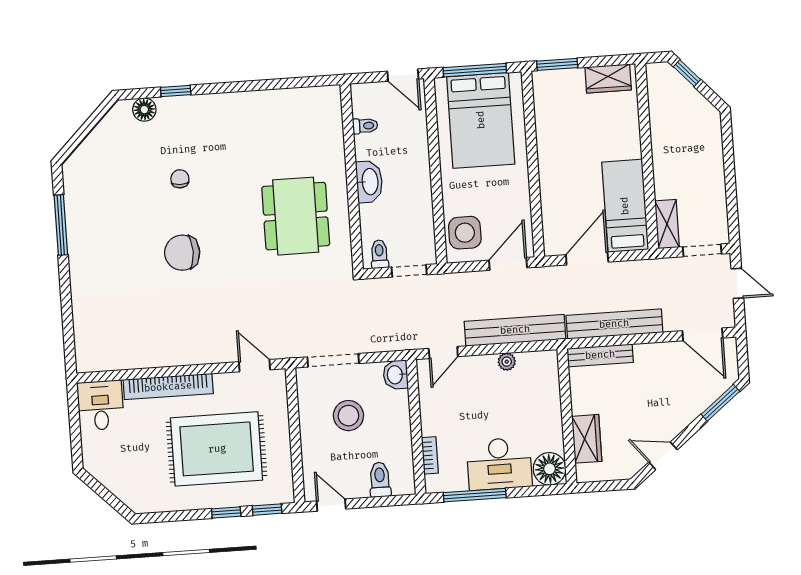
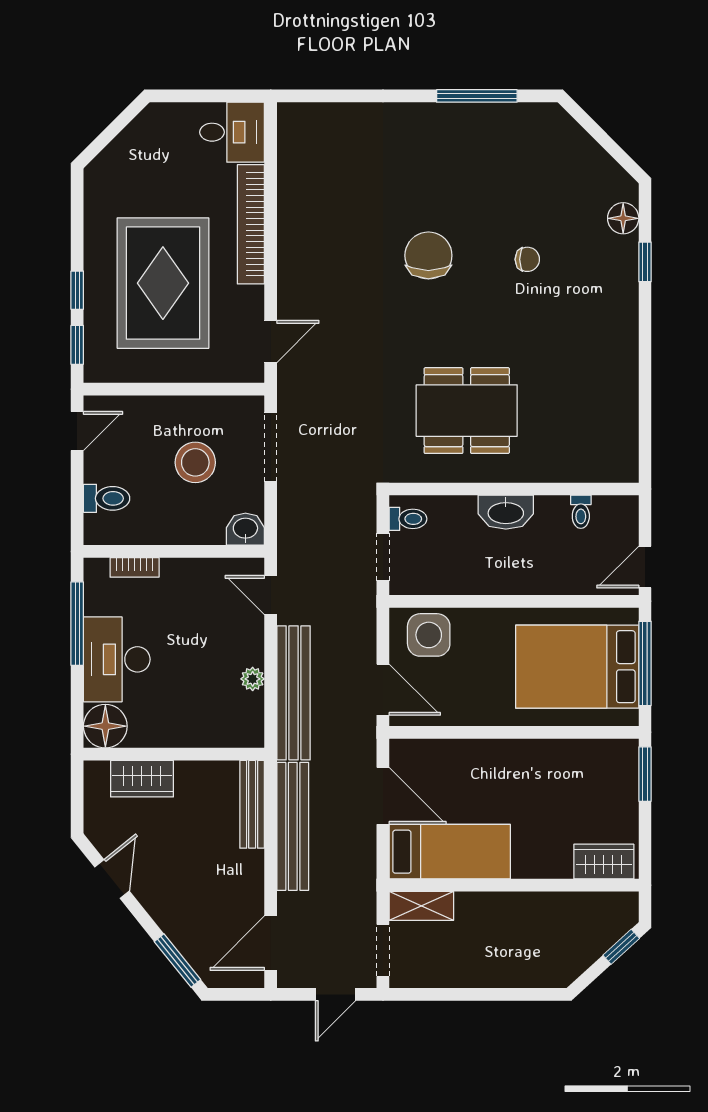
wardrobe: (608, 79) -> (604, 862), moved, turned 90

